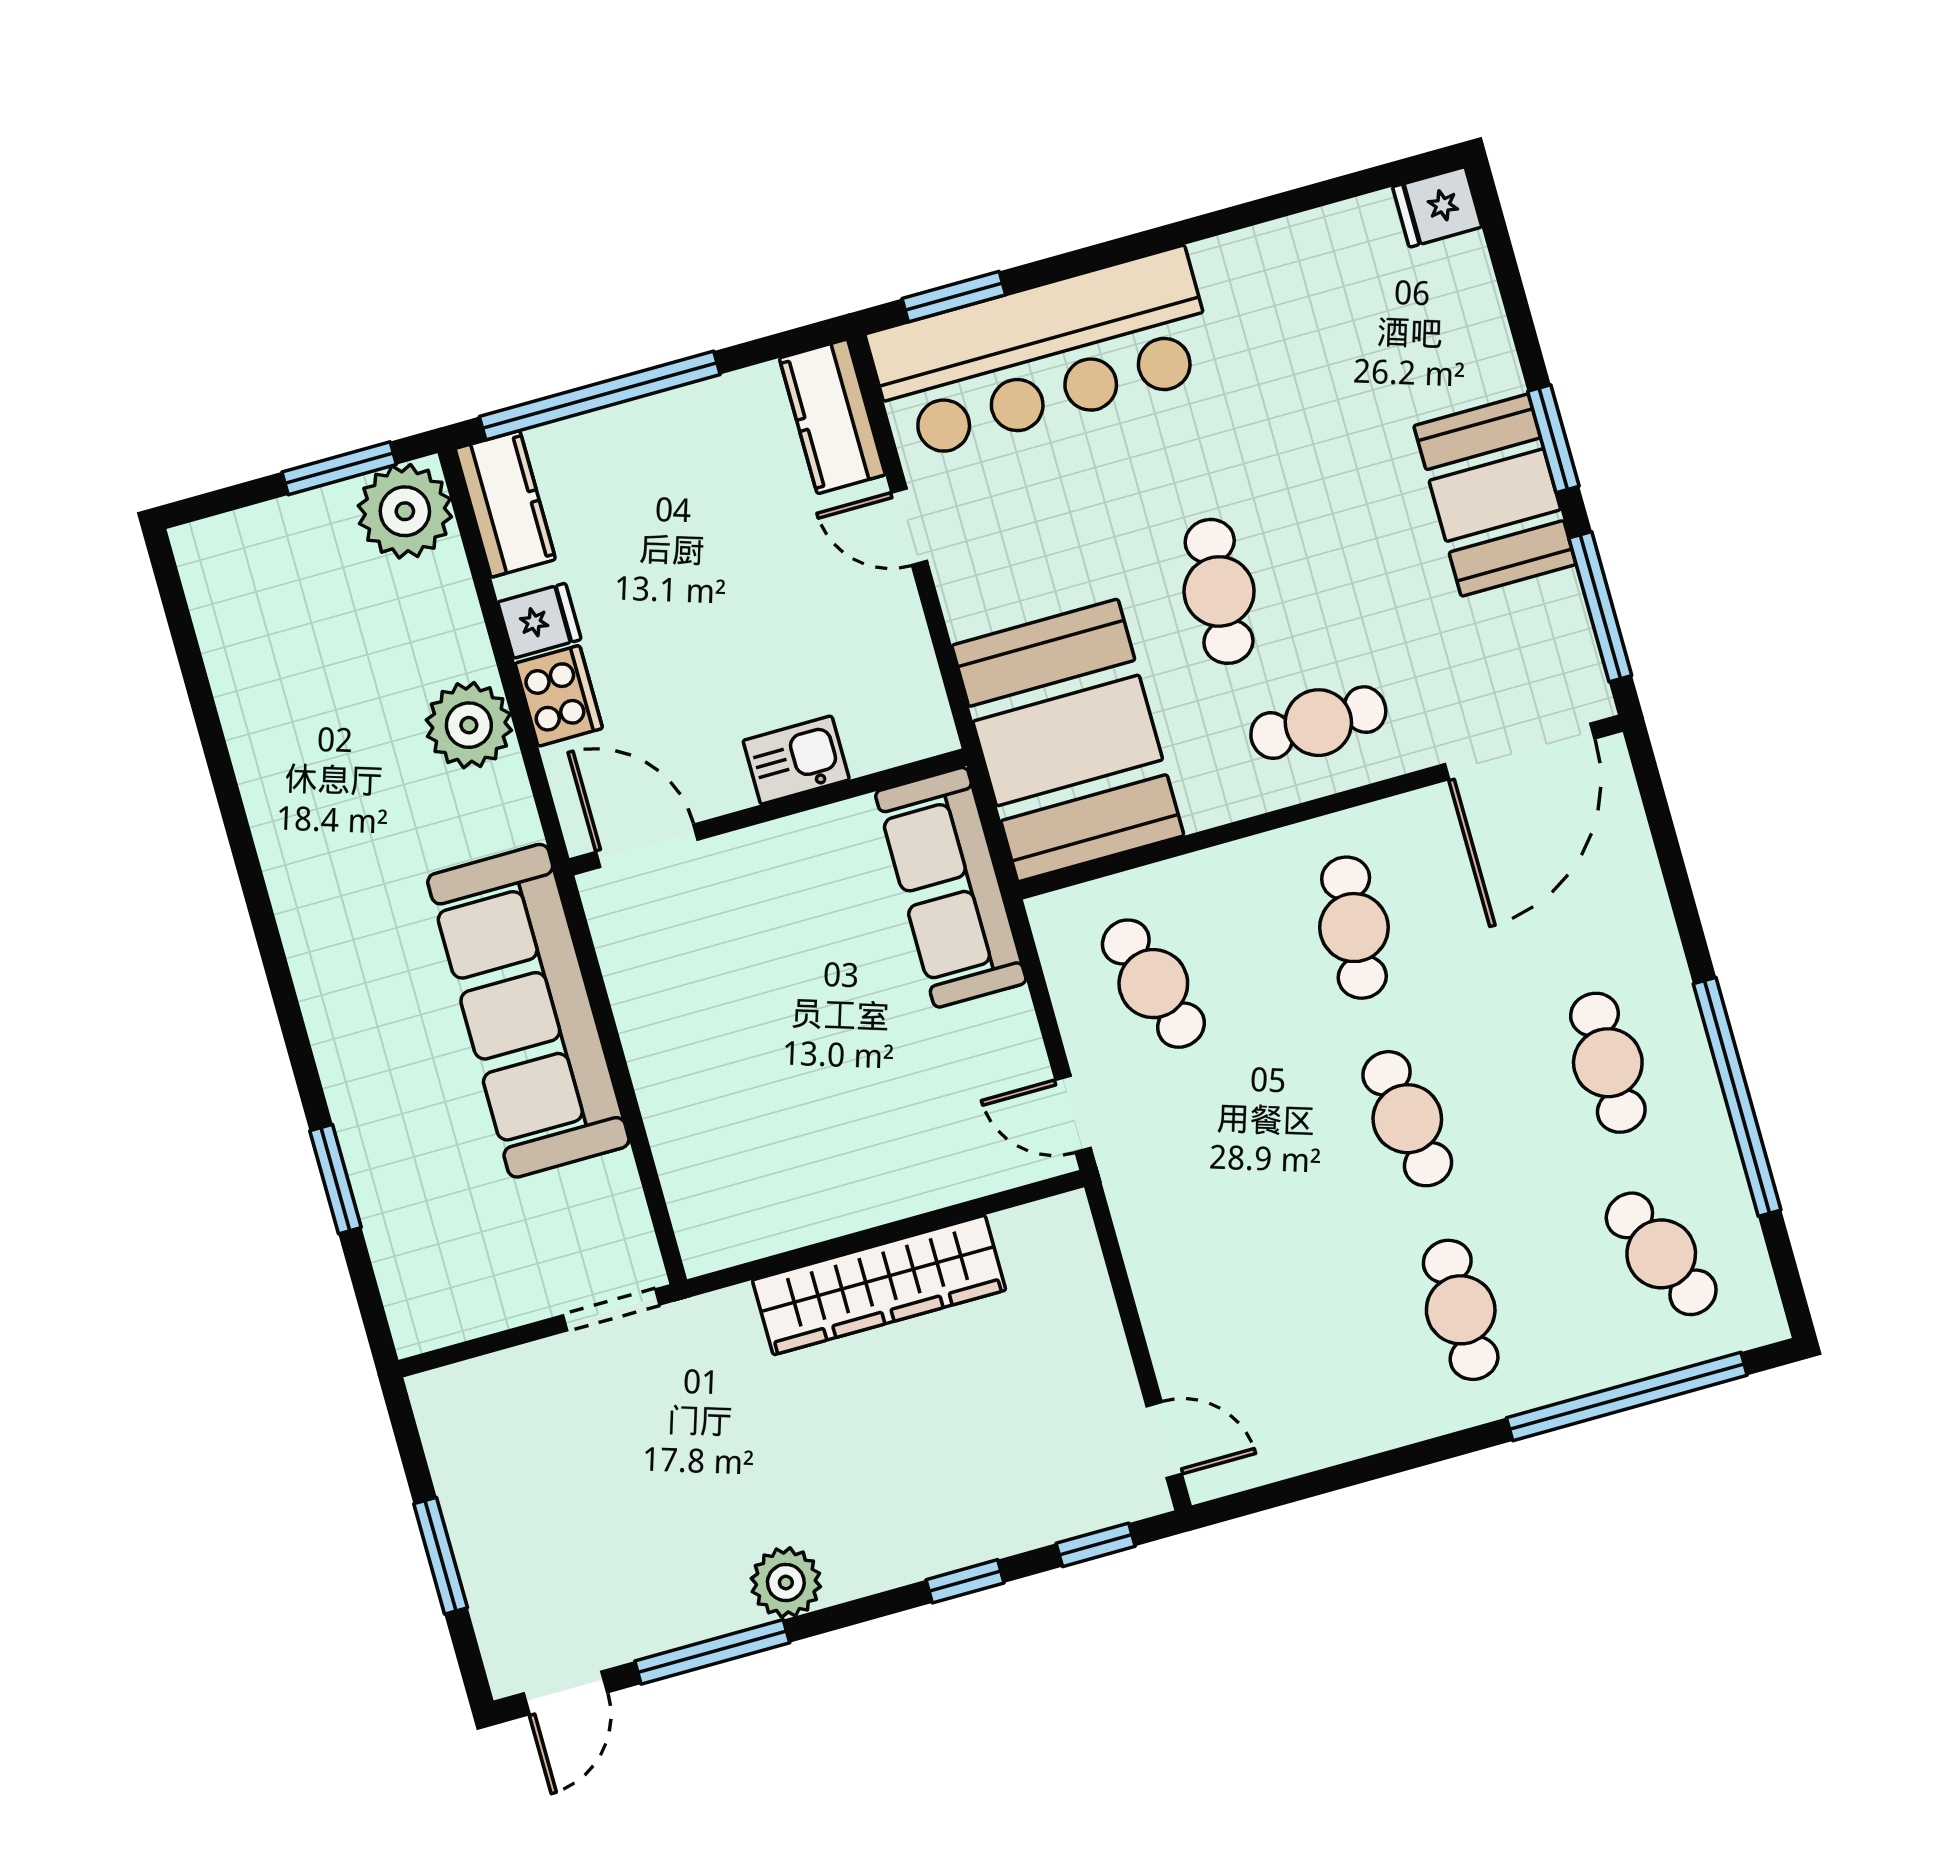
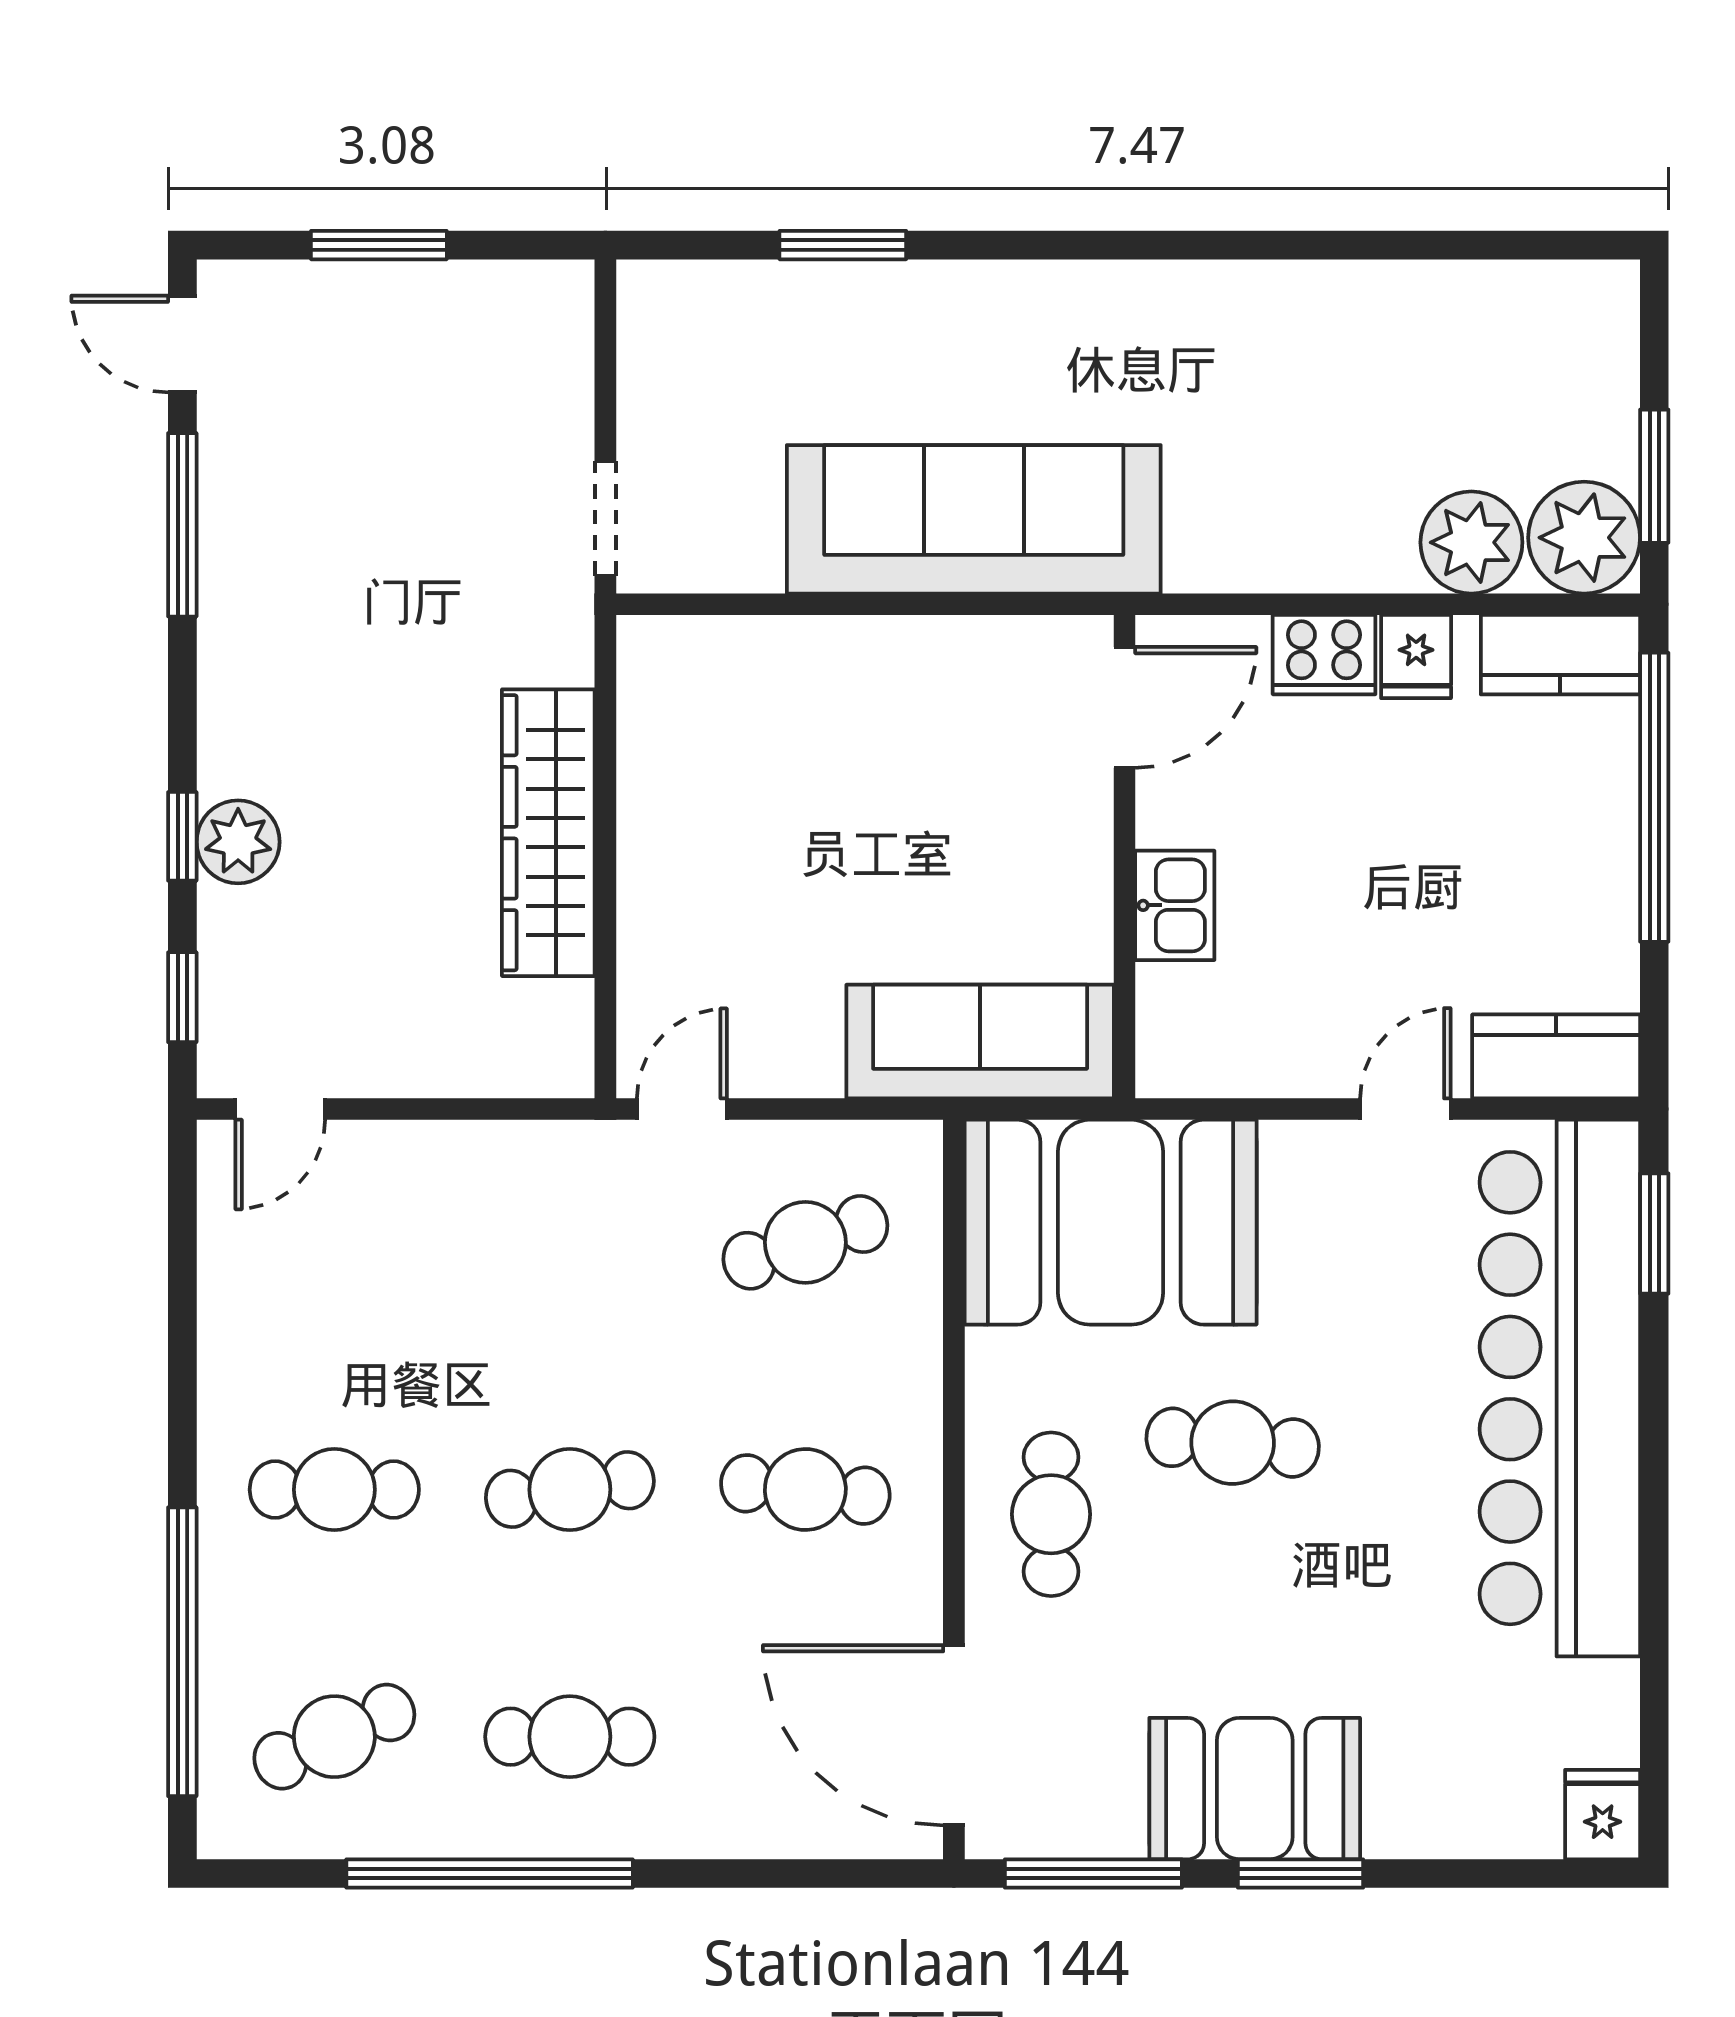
bar counter: (1043, 354) -> (1560, 1388), width x1.36
plant: (469, 725) -> (1471, 542), moved
plant: (786, 1582) -> (238, 842), moved

